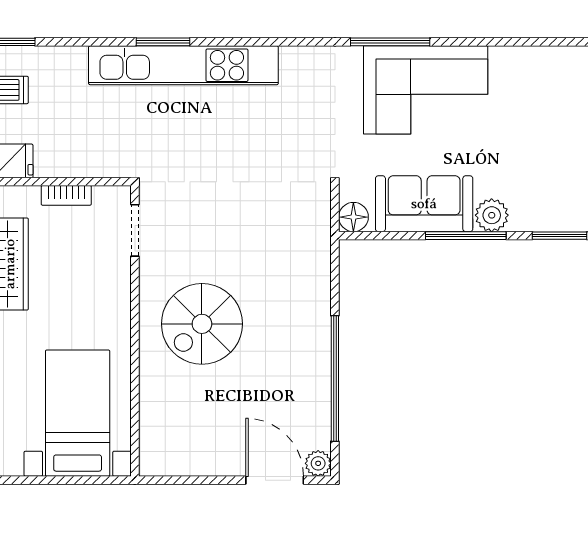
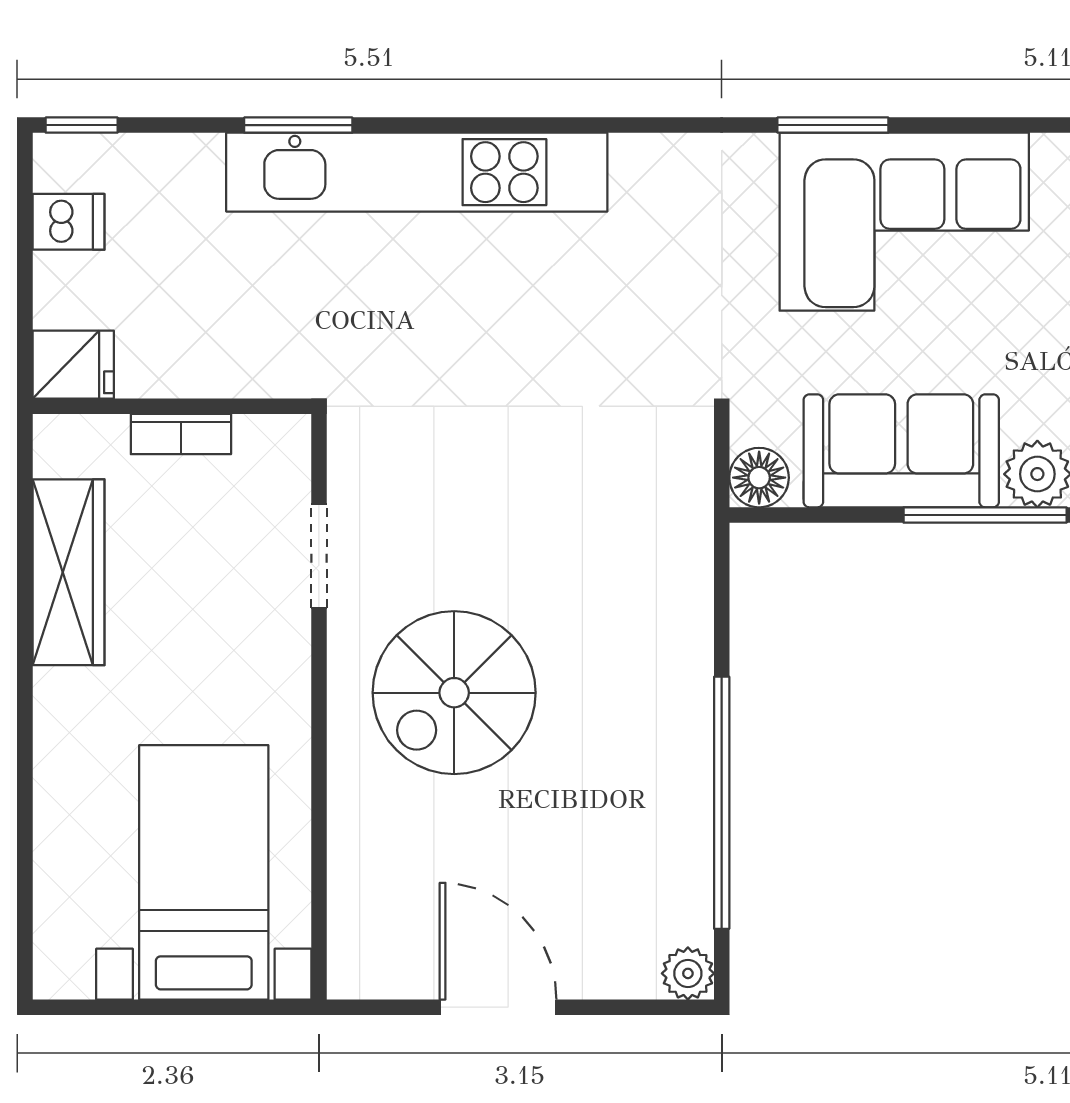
window: (163, 42) -> (298, 125), moved
window: (390, 42) -> (833, 125), width x0.69
doorway: (135, 230) -> (319, 556), moved
door: (275, 480) -> (498, 1007), moved

